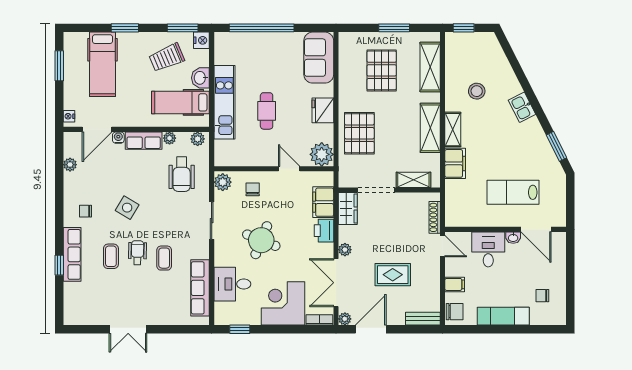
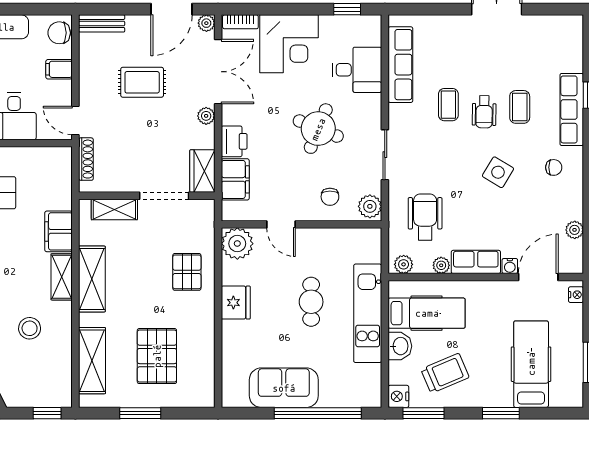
sofa: (319, 58) -> (284, 388), moved, turned -90
pallet: (359, 133) -> (187, 272), width x0.67, depth x0.71

